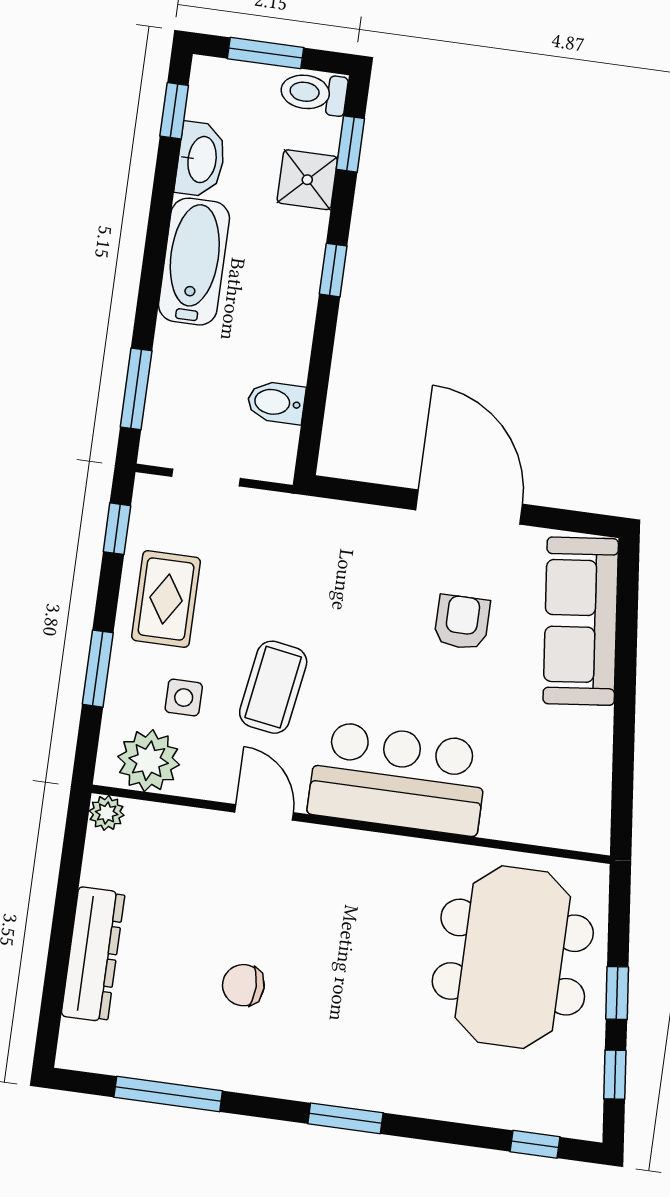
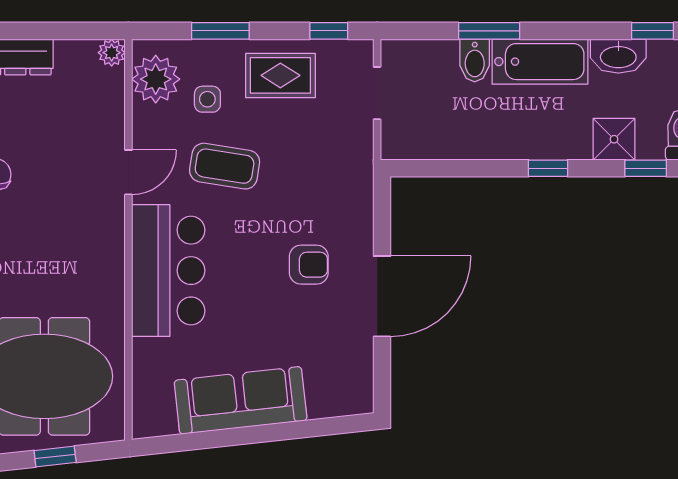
window: (136, 389) -> (489, 31), moved
bidet: (276, 402) -> (475, 60), moved, turned 180
sofa: (581, 621) -> (241, 400), moved
armchair: (462, 622) -> (309, 265), moved
window: (617, 993) -> (55, 456), moved

